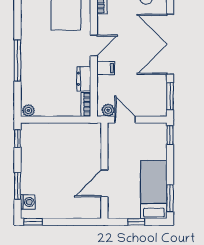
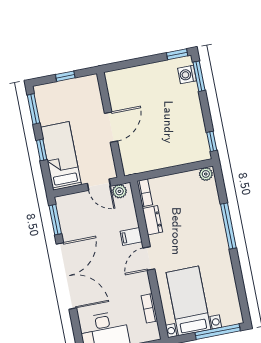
window: (170, 135) -> (42, 150), moved
door: (104, 183) -> (111, 127), moved
window: (17, 186) -> (199, 76), moved
bed: (154, 190) -> (61, 156), moved, turned 180

